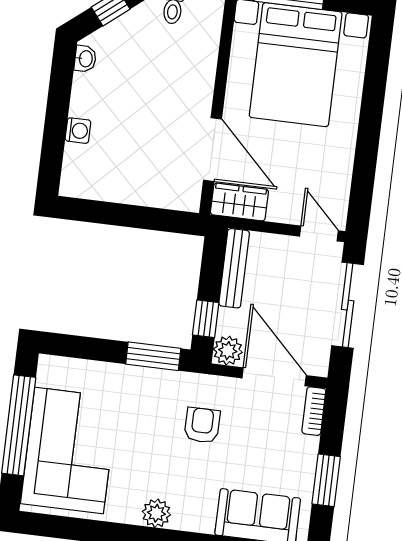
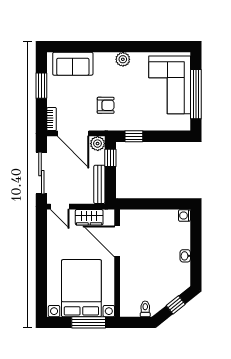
washbasin: (85, 59) -> (185, 256), moved
washing machine: (78, 131) -> (184, 216), moved
wardrobe: (239, 202) -> (89, 217), moved
window: (153, 356) -> (134, 136), width x0.67
armchair: (202, 425) -> (106, 105), turned -90

